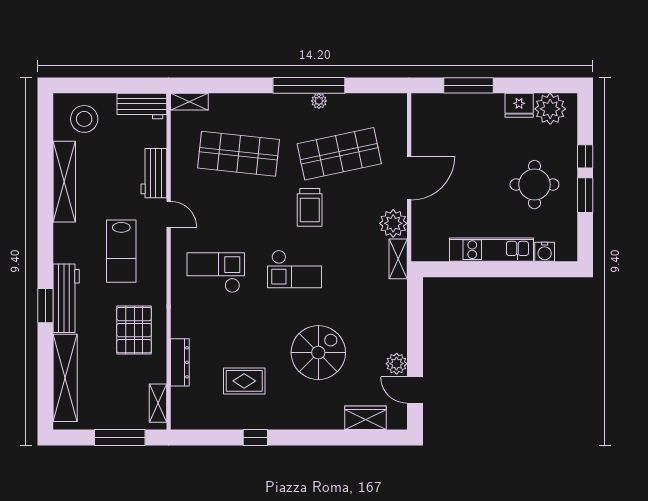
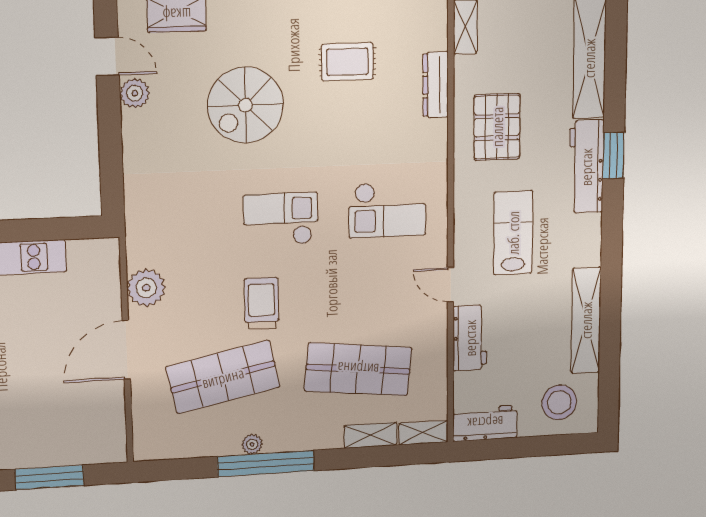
shelving: (398, 259) -> (371, 435), moved, turned 90

